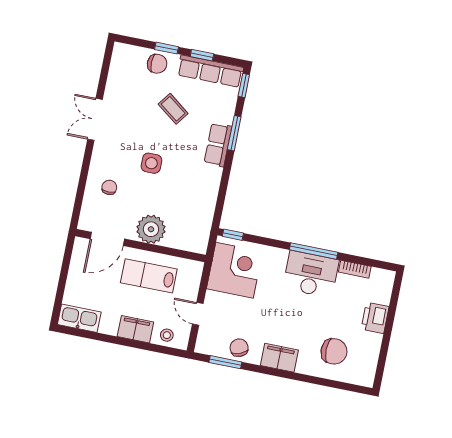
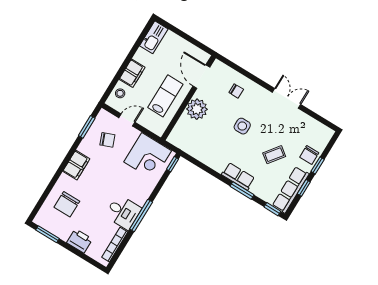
bookcase: (355, 269) -> (115, 245), width x1.56
desk: (311, 274) -> (123, 212), width x0.73
chair: (239, 348) -> (107, 140), moved
window: (382, 362) -> (48, 234), added

